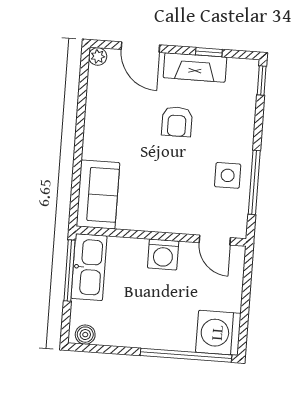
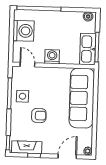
door: (140, 47) -> (67, 156), hinge flipped
fireplace: (195, 67) -> (27, 147), moved
armchair: (177, 122) -> (39, 116), moved, turned 90
sofa: (98, 195) -> (82, 98), width x1.85, depth x1.27
washing machine: (218, 333) -> (23, 31), moved

